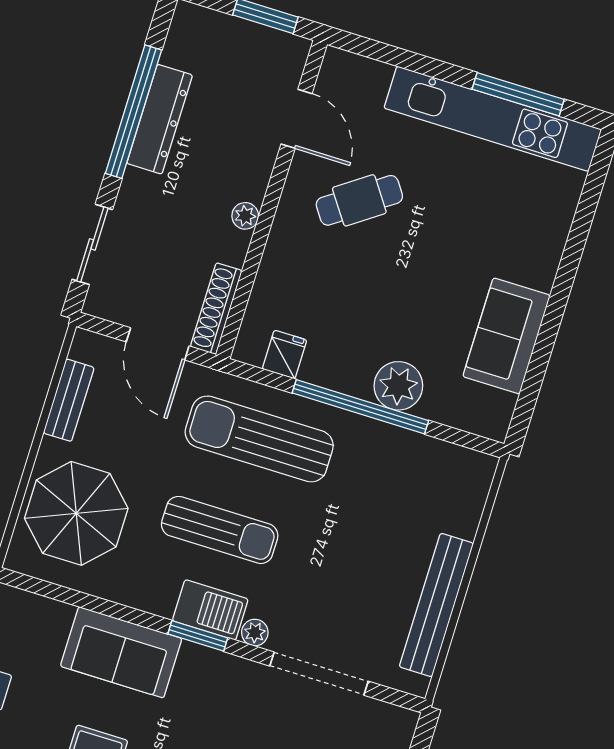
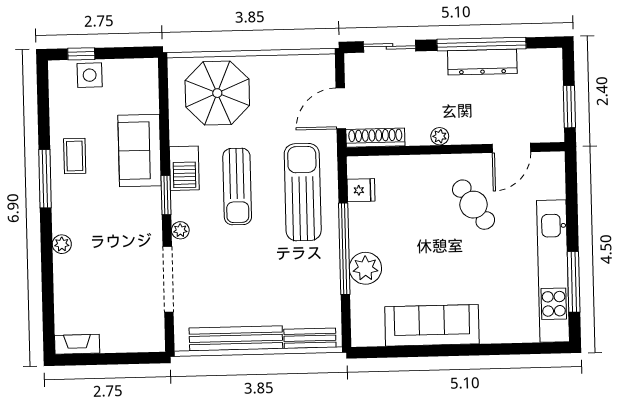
sofa: (507, 336) -> (432, 325), width x1.36
bench: (69, 400) -> (310, 338), moved
barbecue: (210, 610) -> (184, 168), moved

